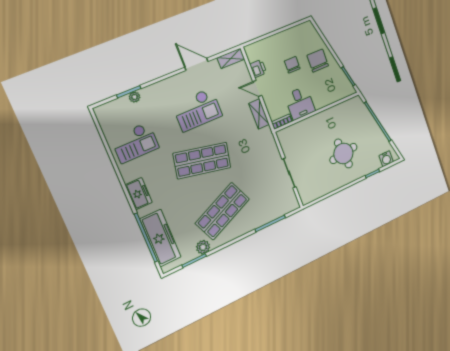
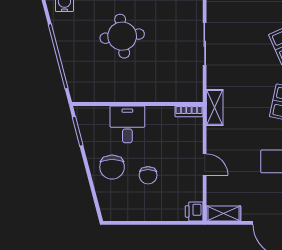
printer: (258, 69) -> (194, 211), moved
desk: (300, 103) -> (127, 124), moved
shelving: (259, 114) -> (215, 107), moved

